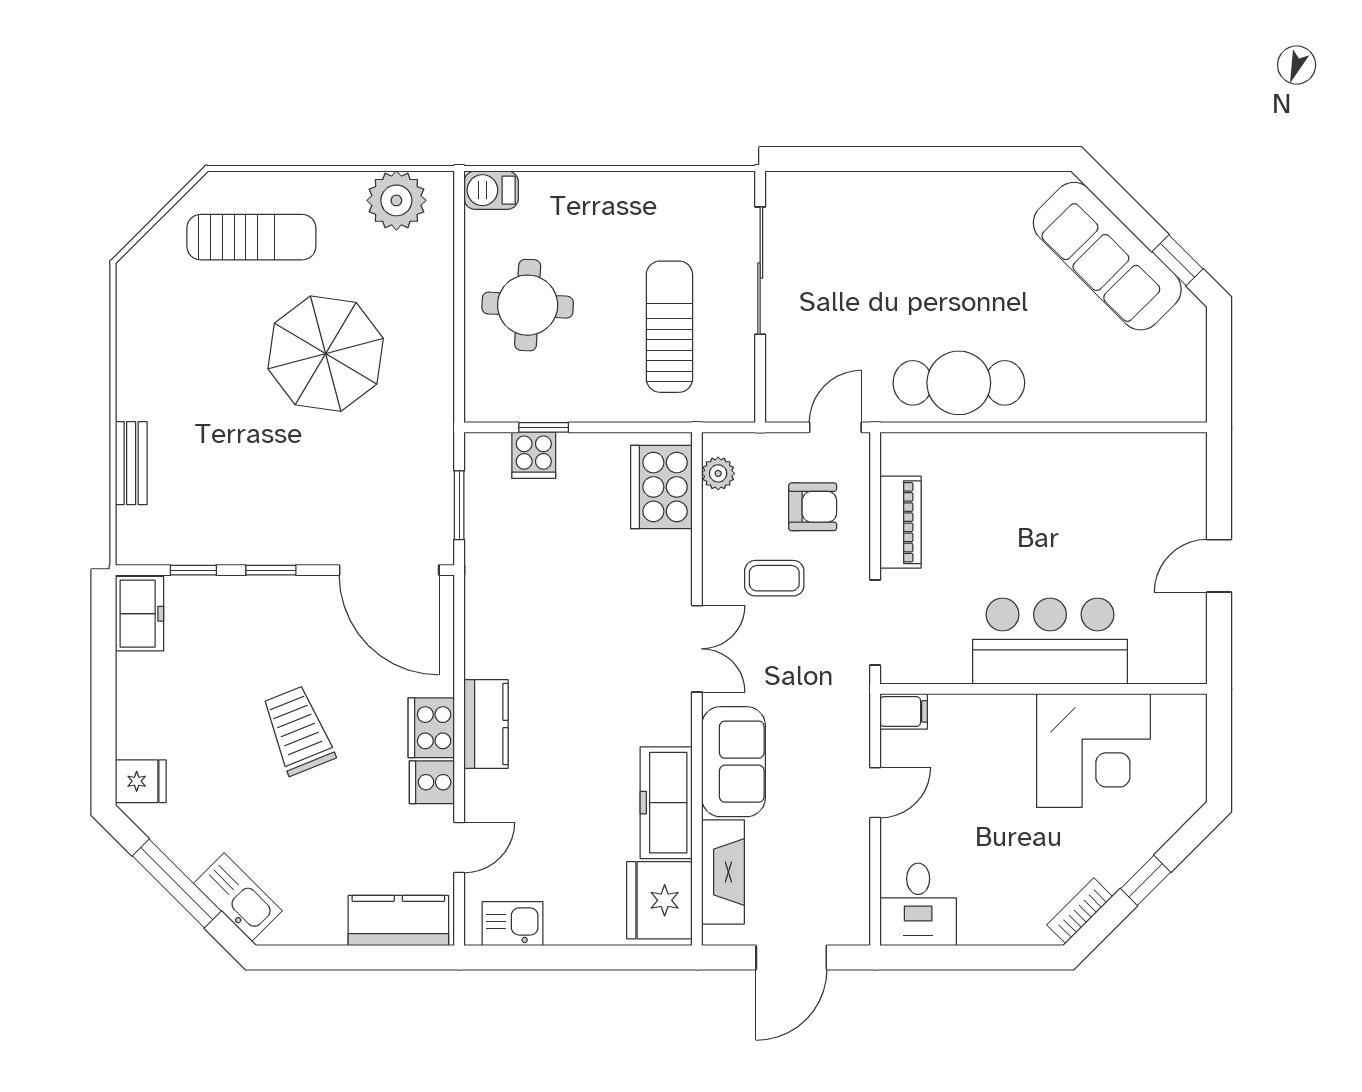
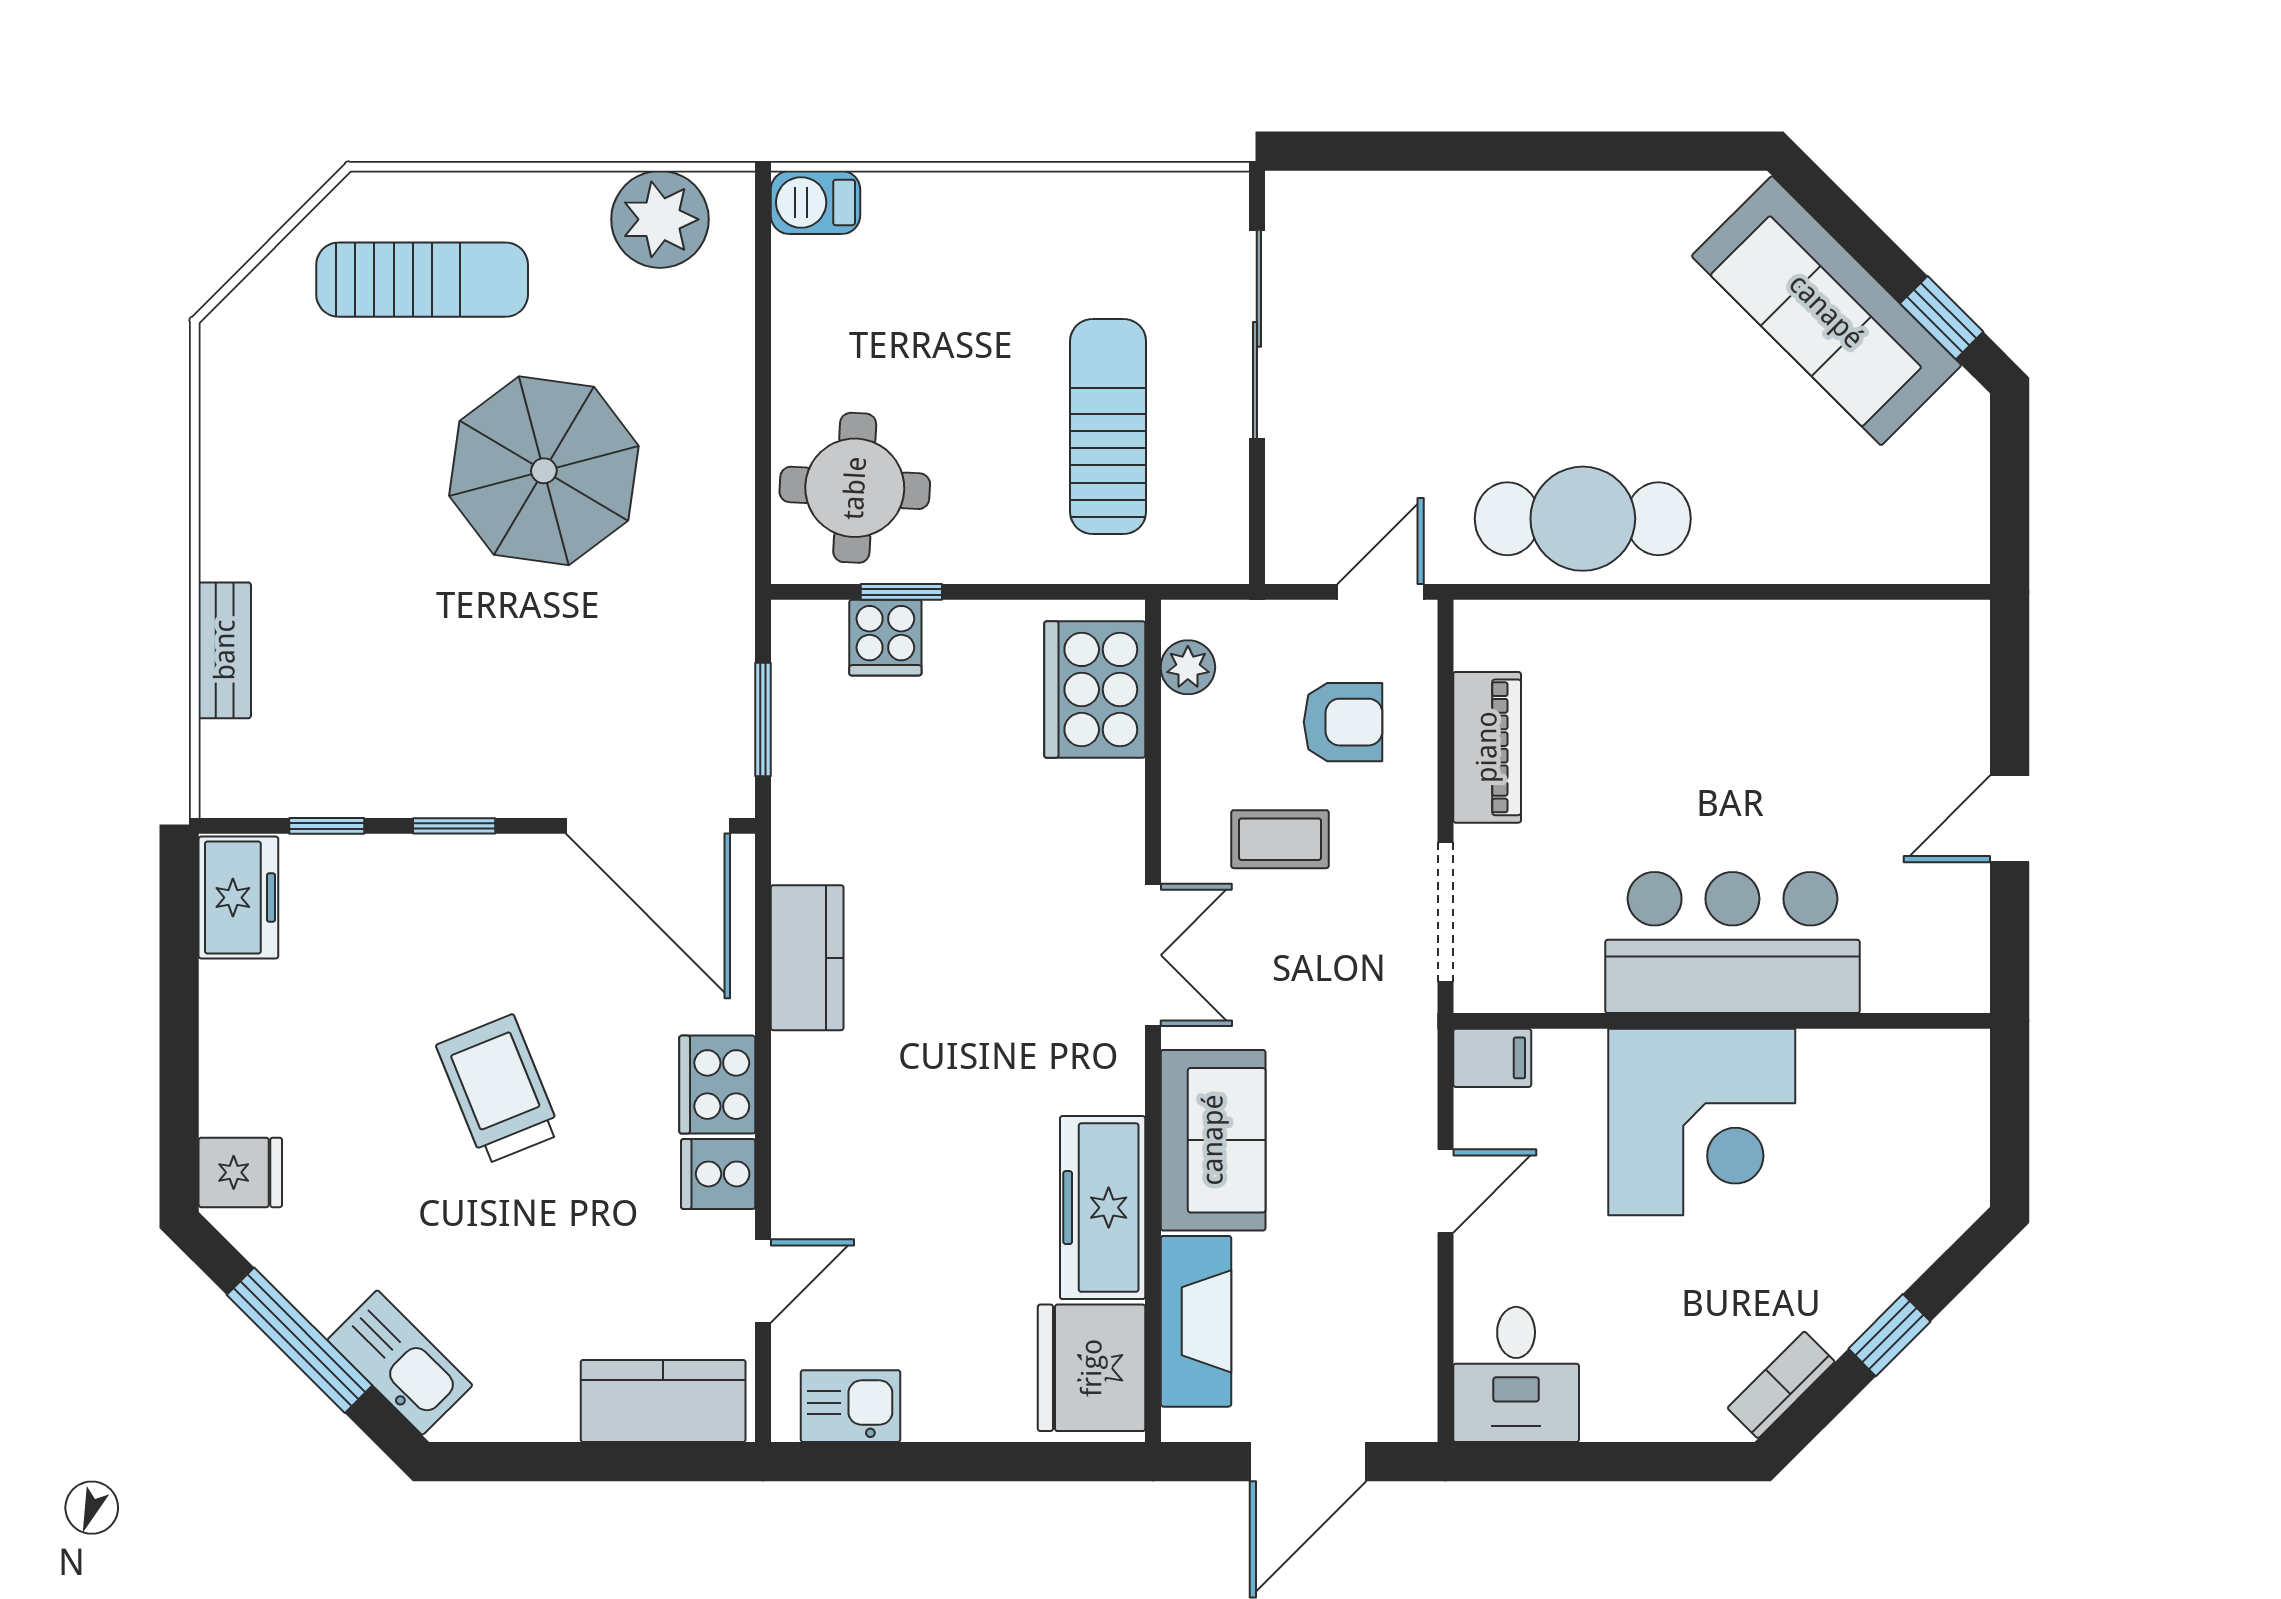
round table: (528, 305) -> (855, 488), moved
kitchen counter: (486, 724) -> (807, 958), moved
corner desk: (1093, 751) -> (1702, 1122), moved

